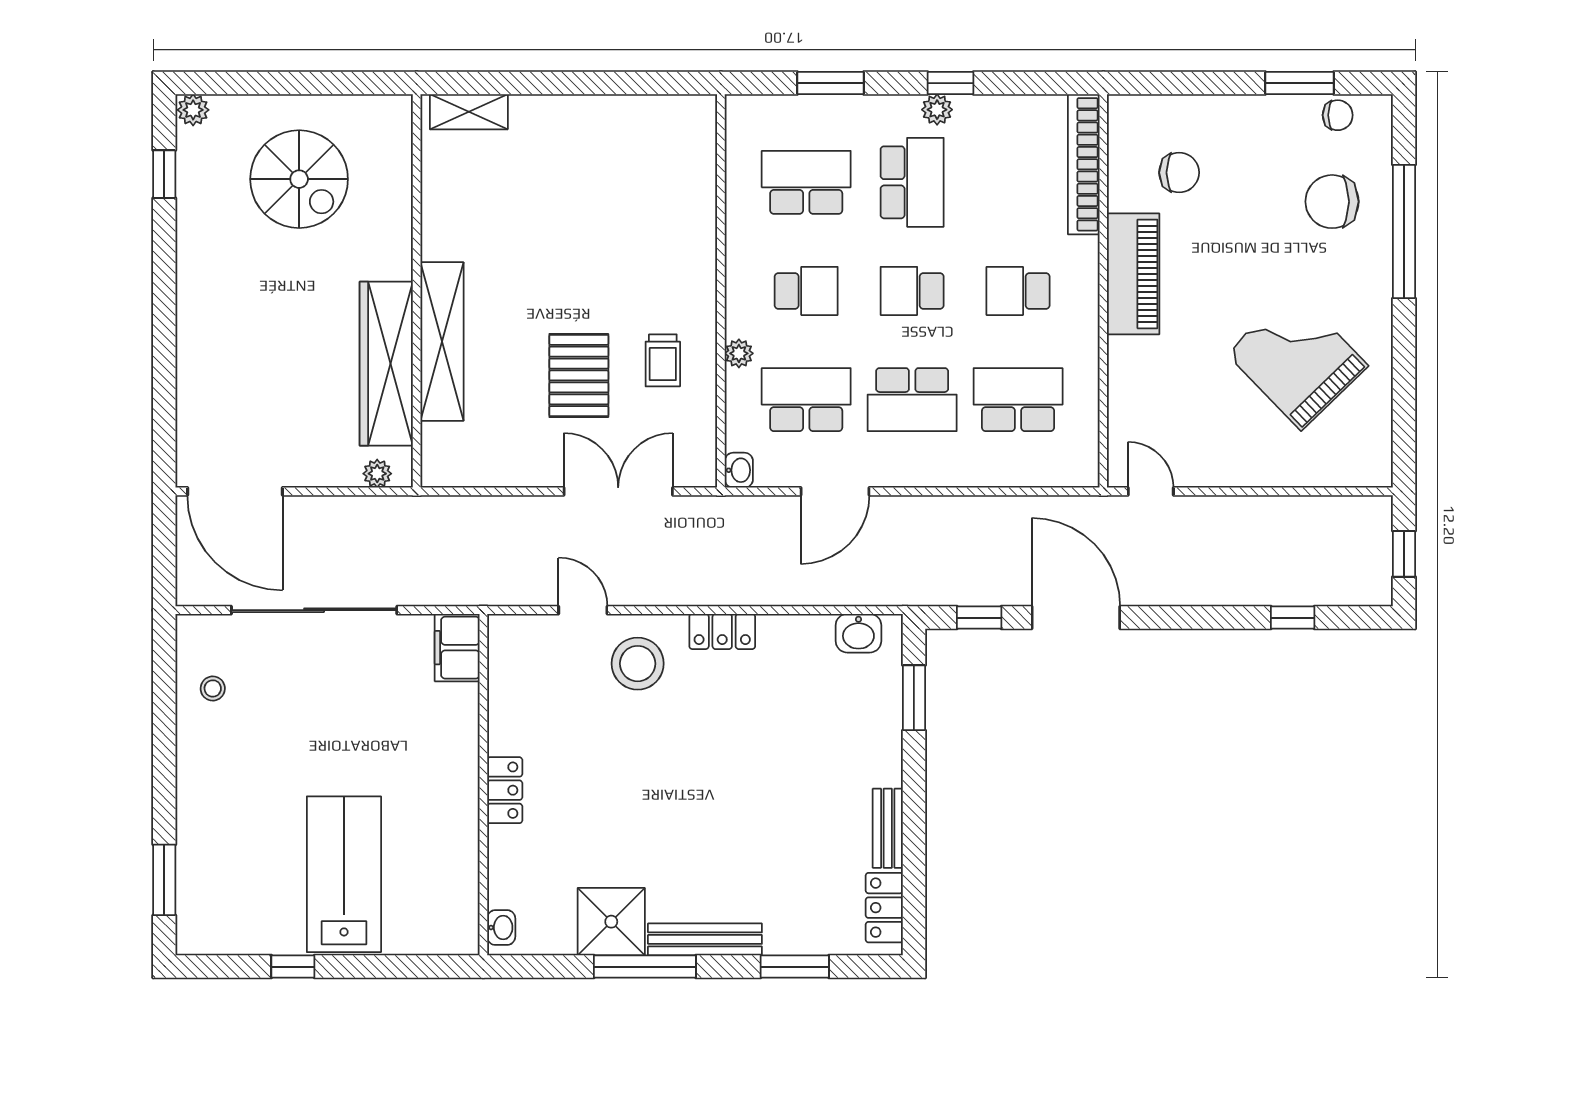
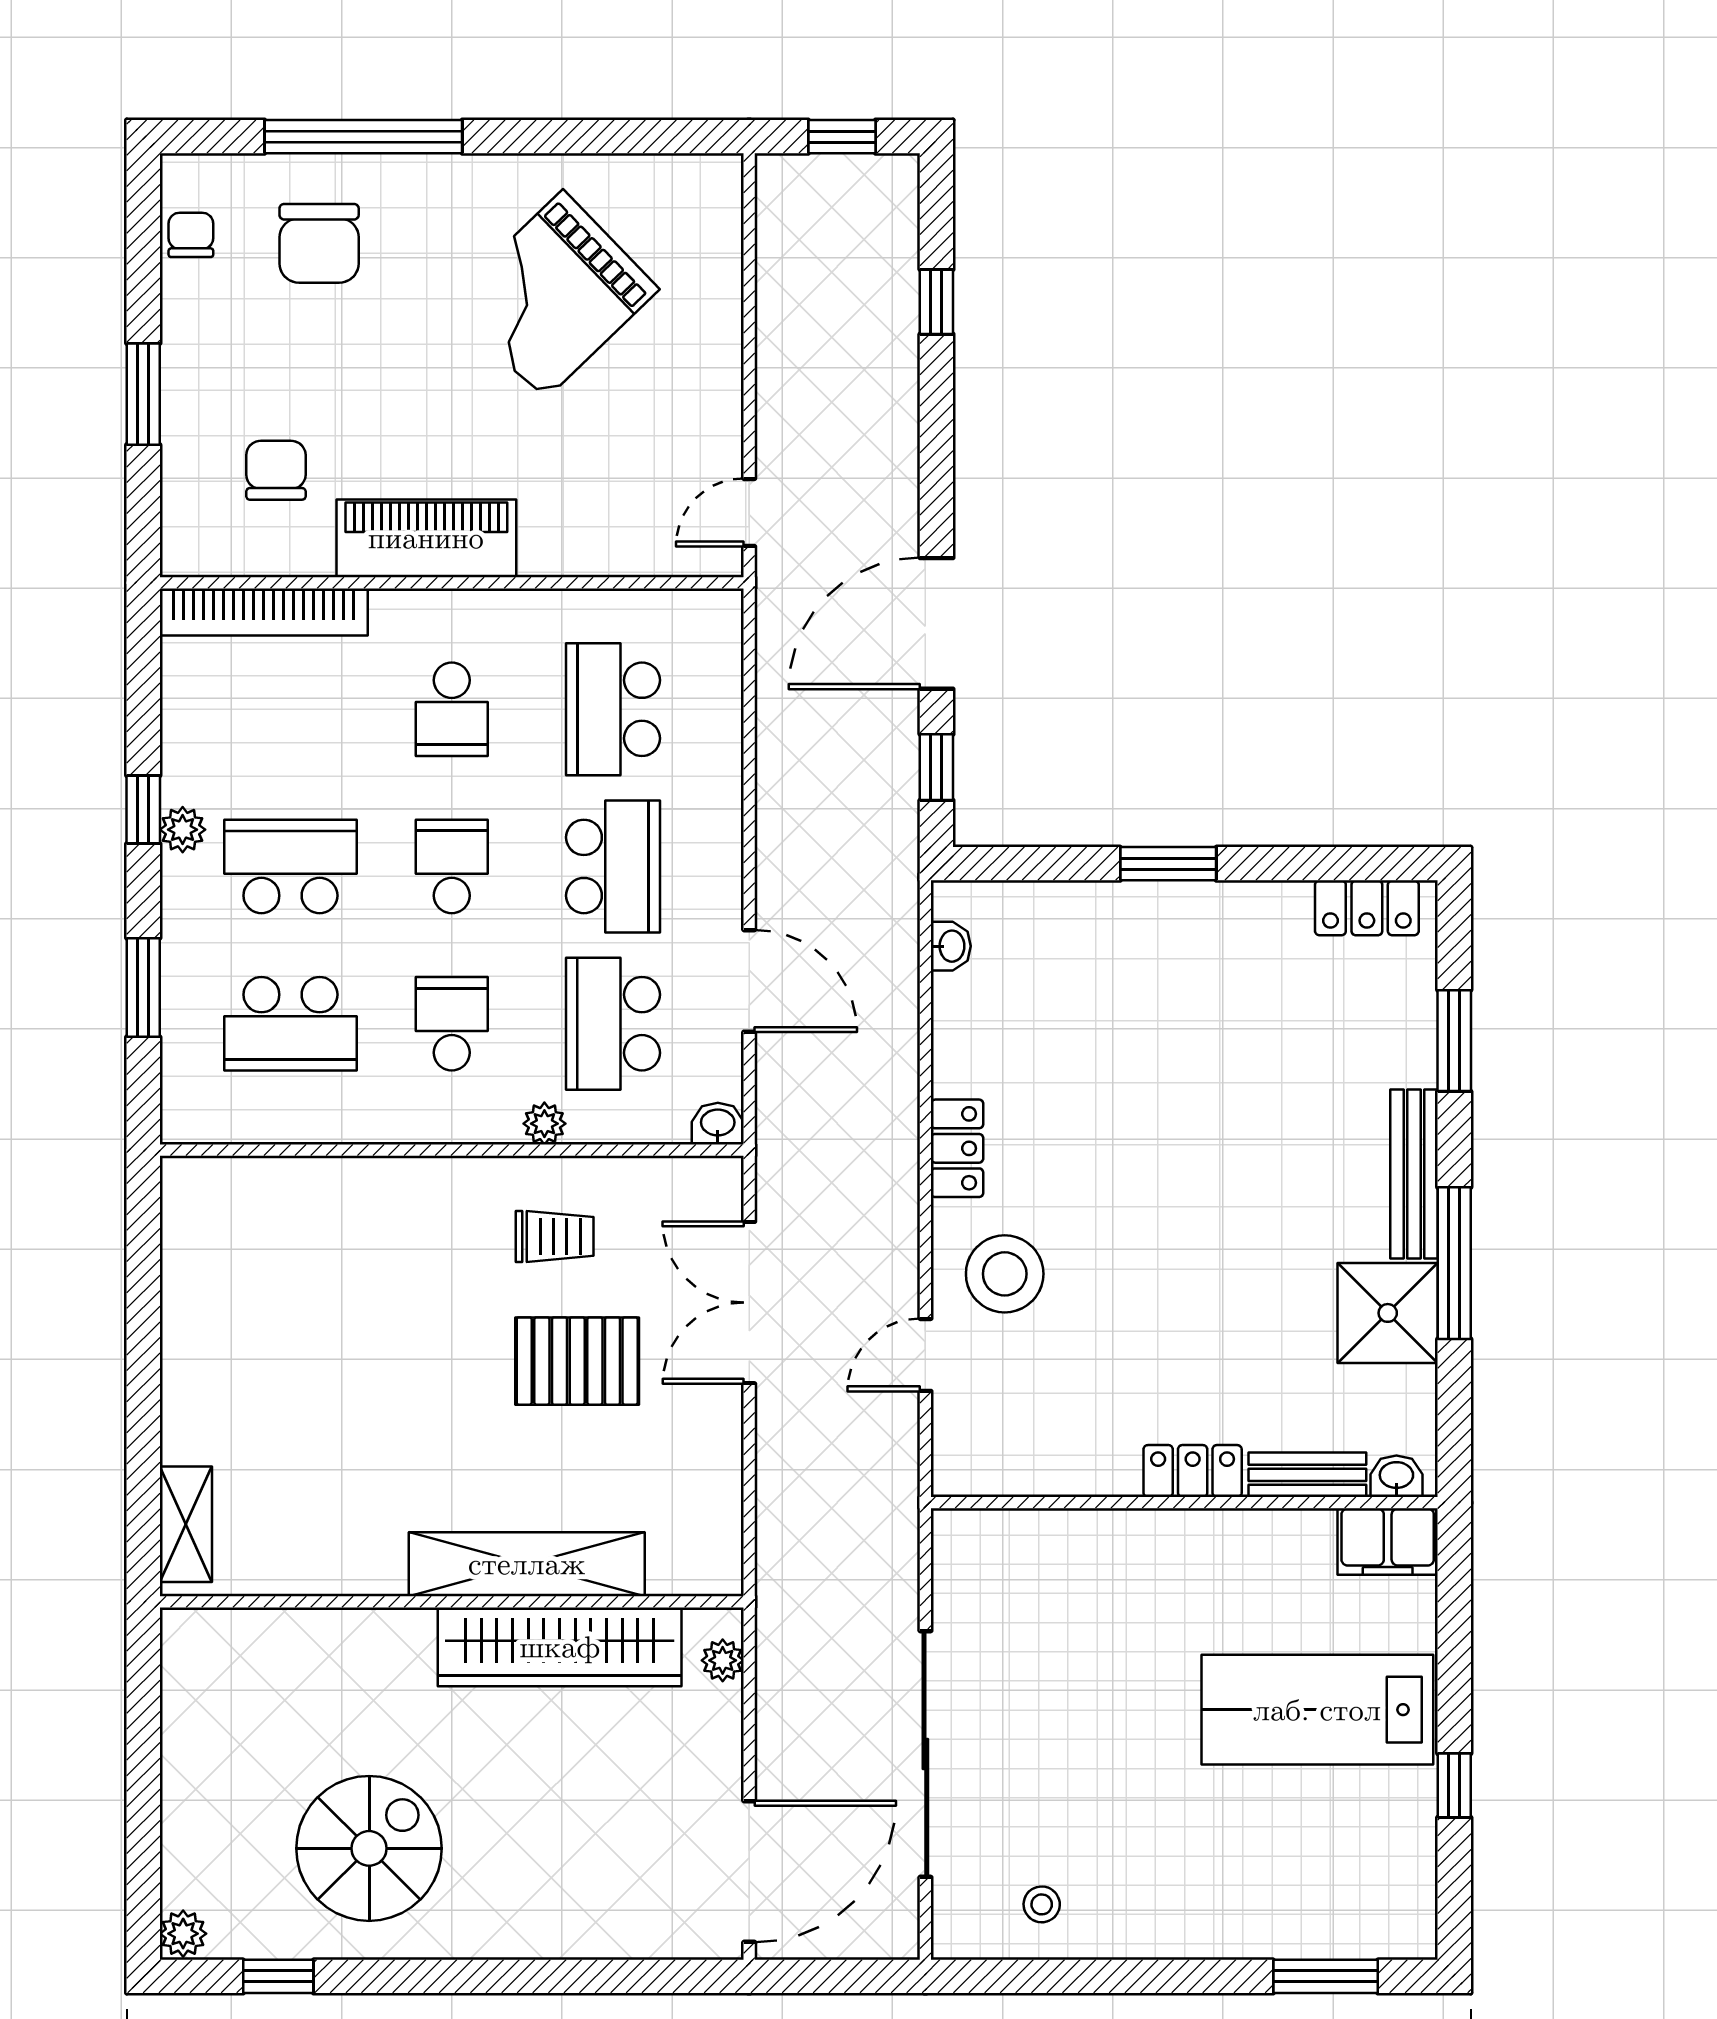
window: (1300, 83) -> (143, 394), moved
spiral stairs: (299, 179) -> (369, 1848), moved
school desk: (806, 182) -> (290, 1024), turned -90
school desk: (912, 291) -> (452, 866), turned 180
washbasin: (858, 633) -> (951, 946), width x0.72, depth x0.69
filing cabinet: (457, 648) -> (1388, 1542), moved
window: (914, 698) -> (1168, 864), moved
bench: (888, 828) -> (1307, 1475), moved

